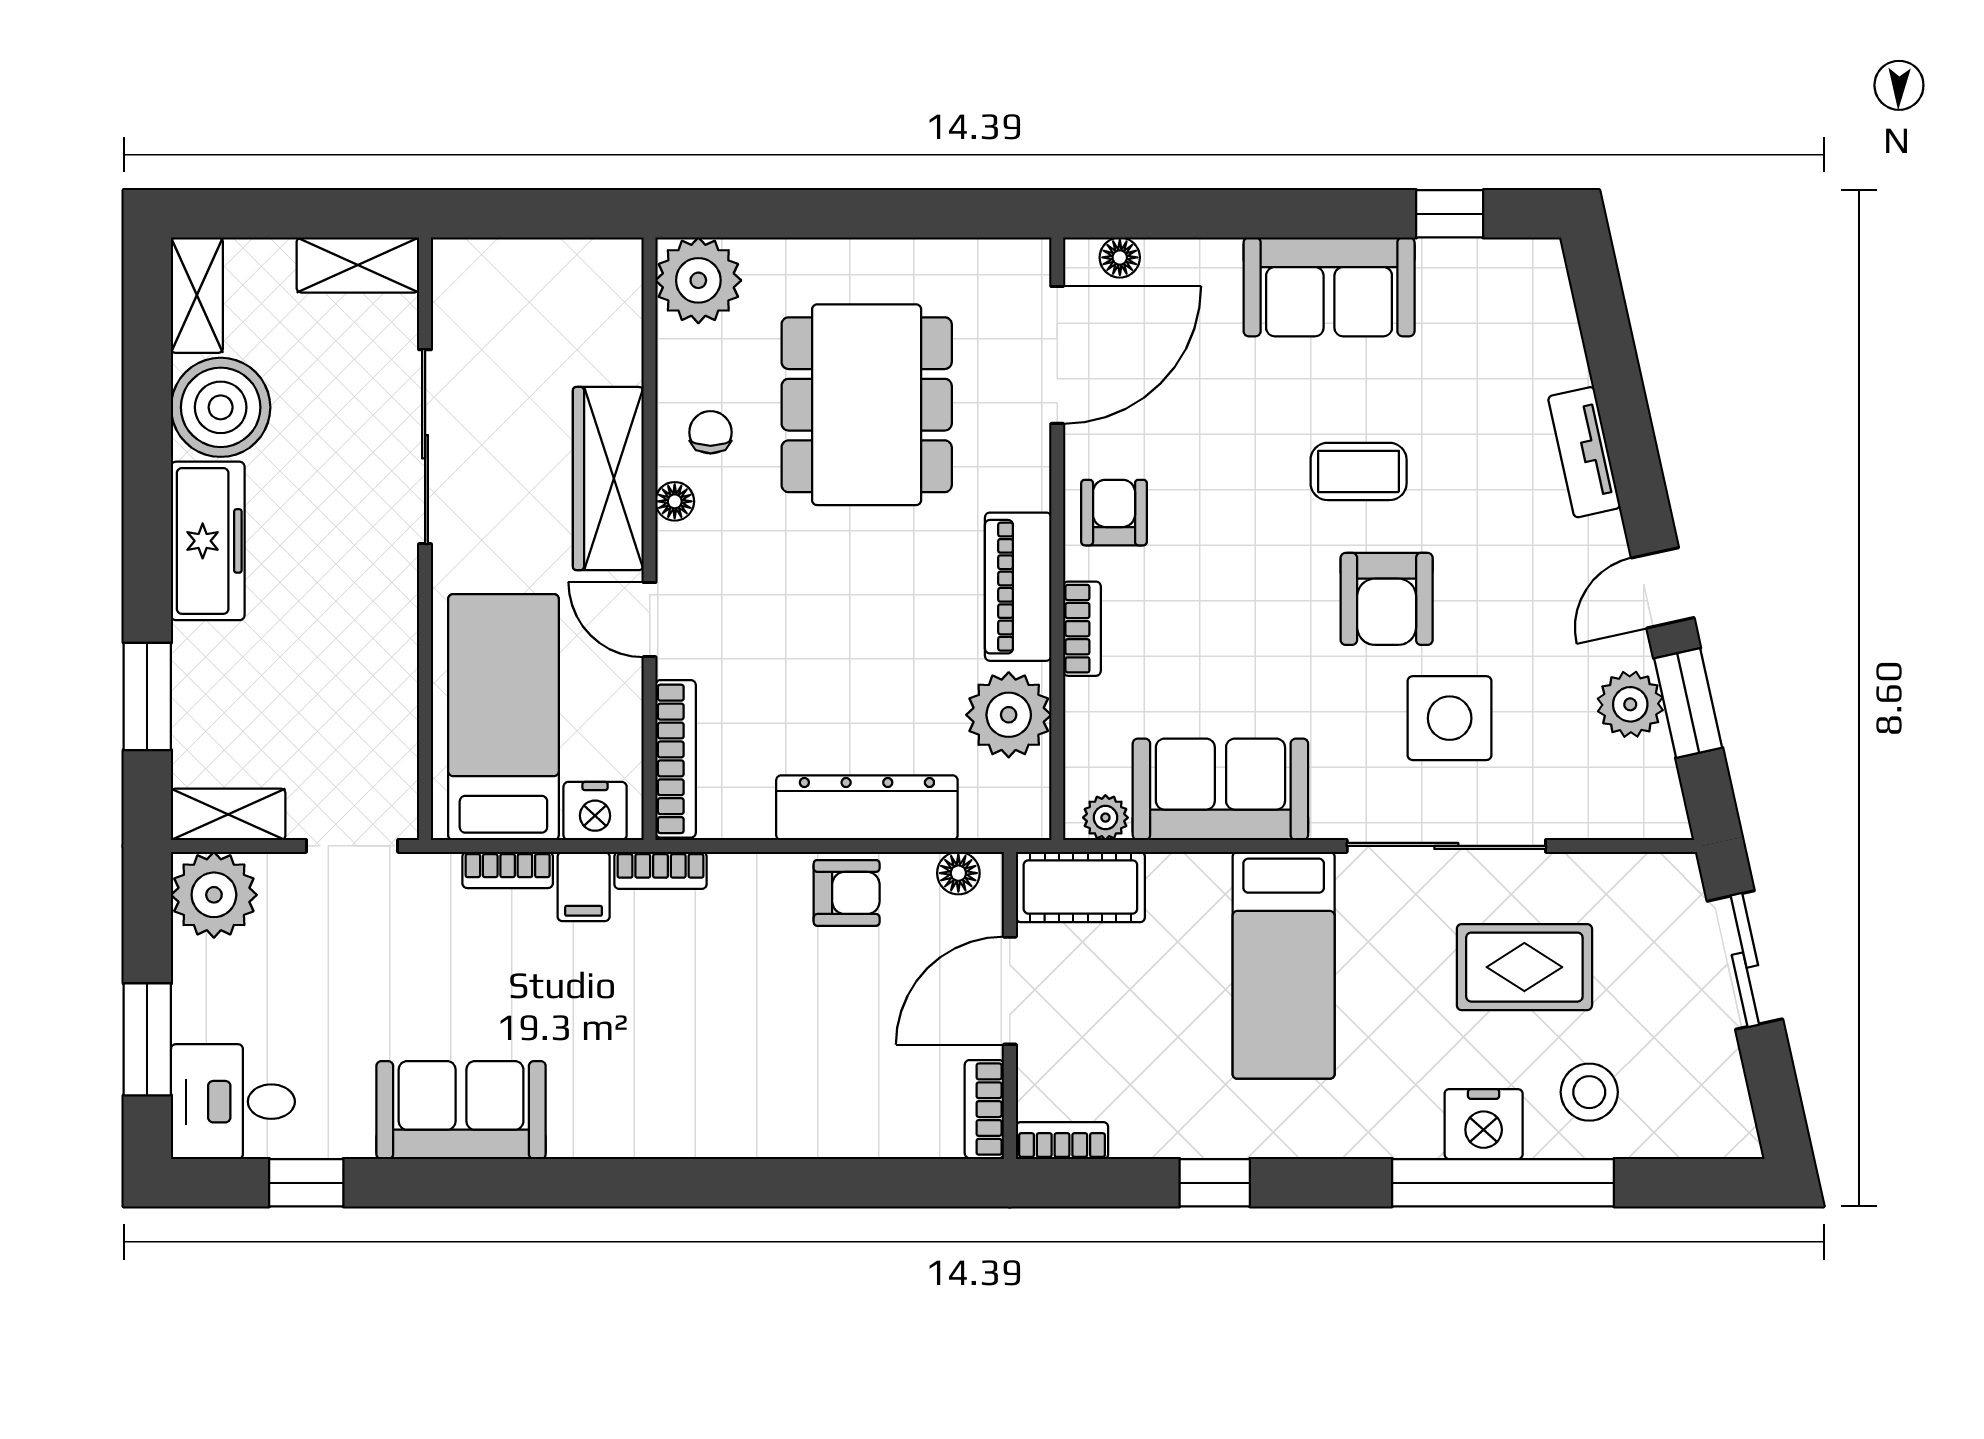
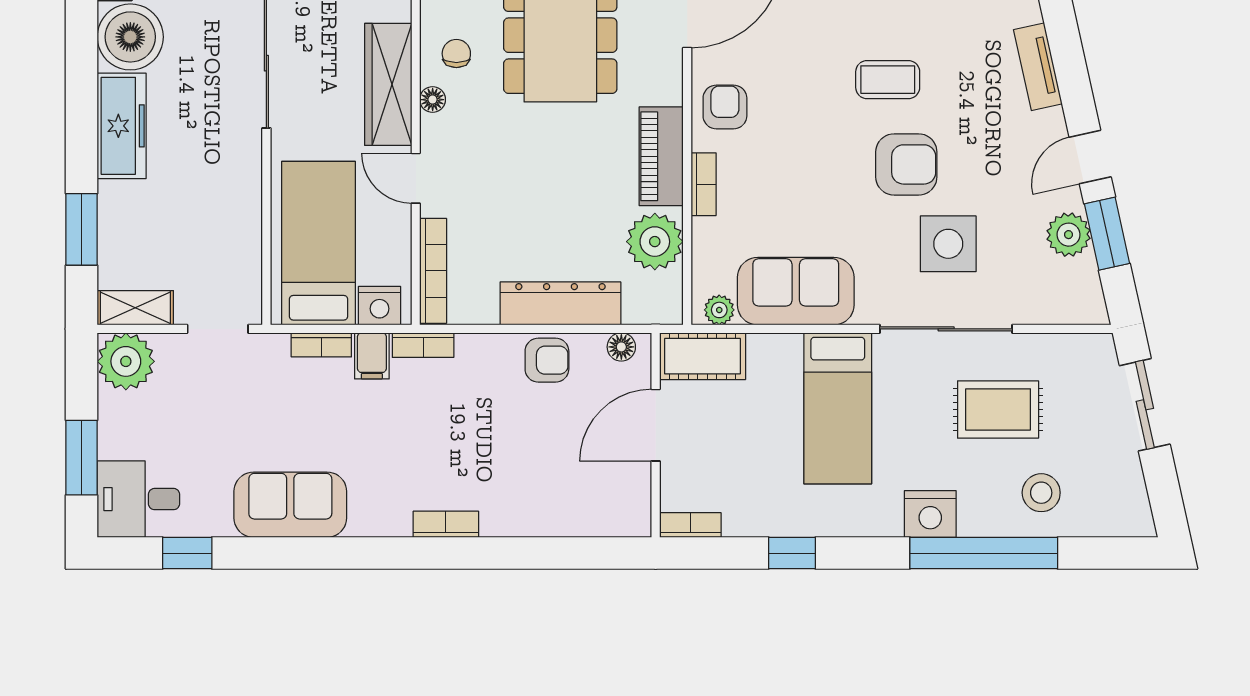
armchair: (1387, 599) -> (906, 164), turned -90
bookcase: (984, 1109) -> (446, 524), moved, turned 90
nightstand: (1484, 1124) -> (930, 514), moved

